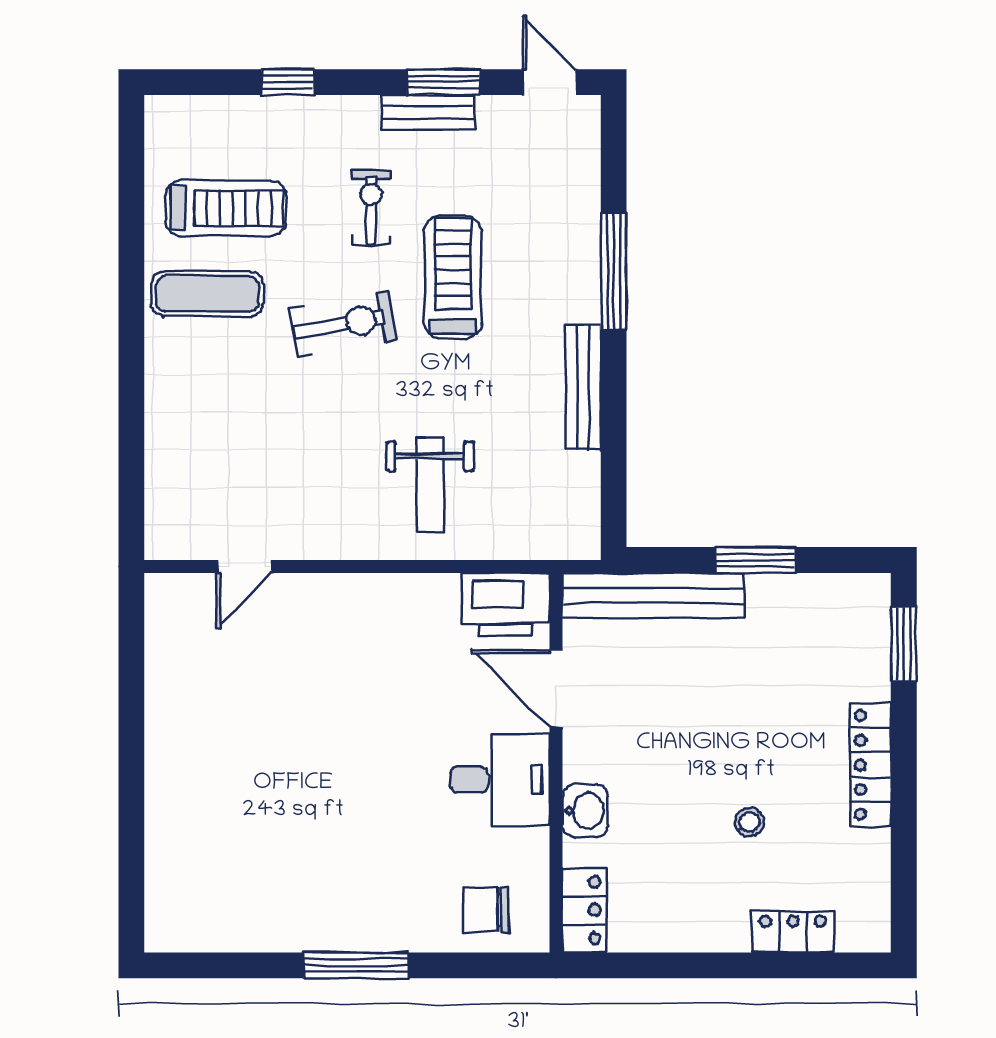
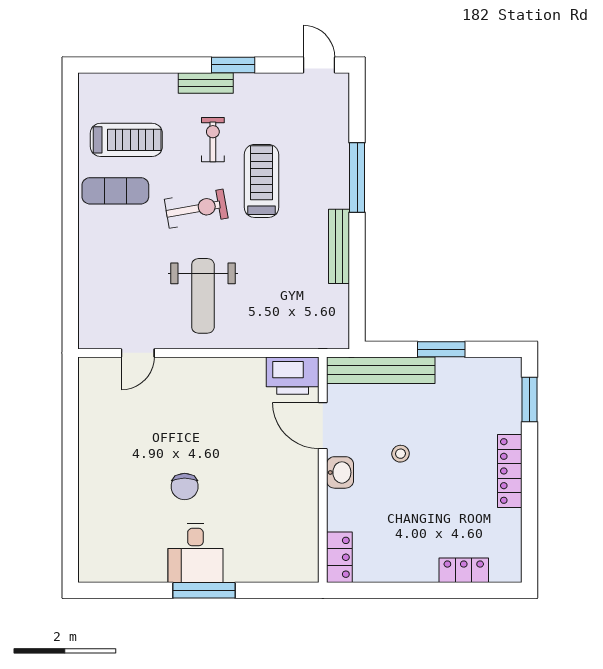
window: (288, 82) -> (163, 65), removed
window: (443, 82) -> (233, 65), moved
bench: (428, 112) -> (206, 83), moved
weight bench: (430, 485) -> (203, 296), moved, width x1.36, depth x1.33
desk: (500, 780) -> (195, 553), moved, turned 90
washbasin: (585, 811) -> (340, 472), moved
stool: (750, 822) -> (401, 454), moved
chair: (486, 910) -> (185, 487), moved, turned -90

